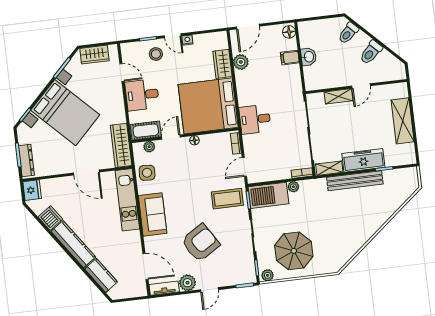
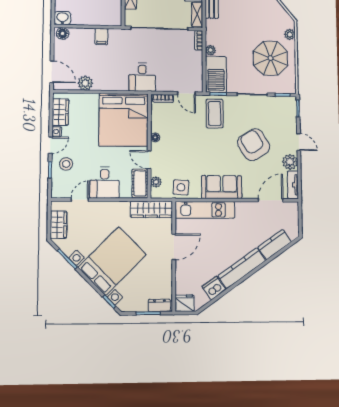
washbasin: (309, 57) -> (62, 18), moved
filing cabinet: (290, 58) -> (101, 37), moved
wardrobe: (222, 64) -> (60, 112), moved, turned -90
dresser: (26, 160) -> (159, 305), width x0.70
plant: (268, 275) -> (290, 34), moved

